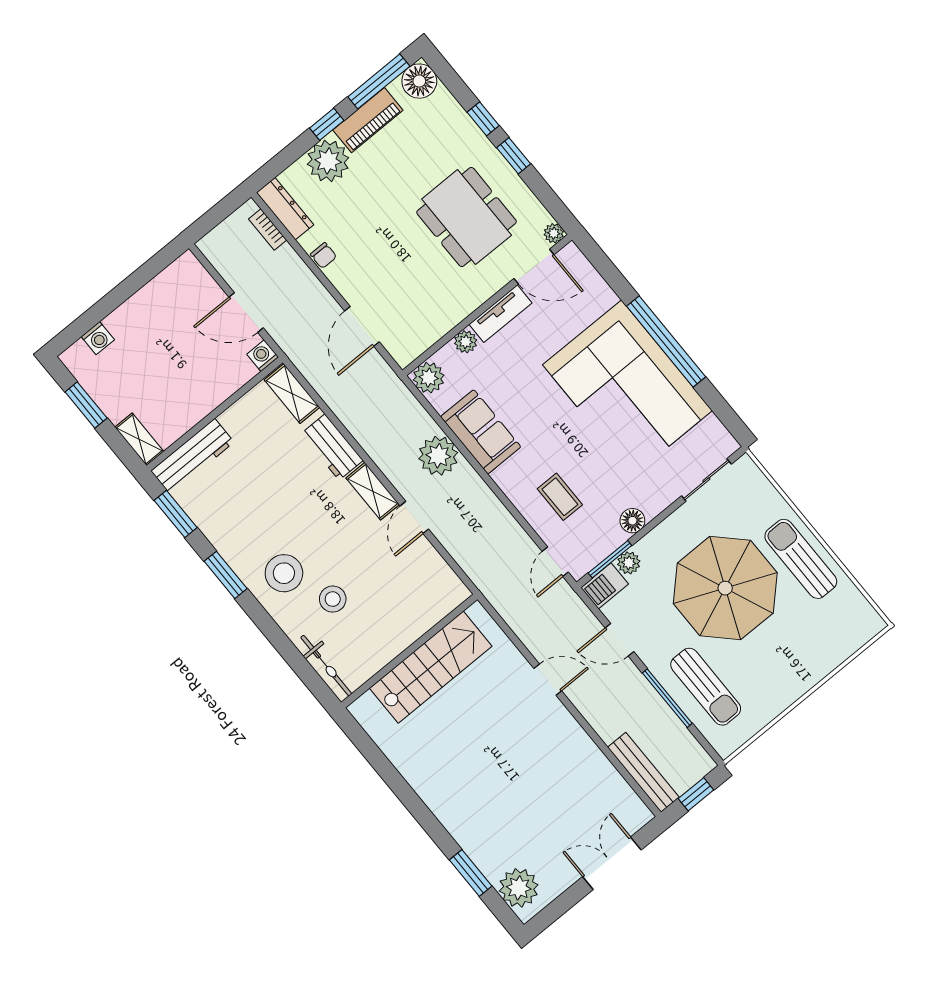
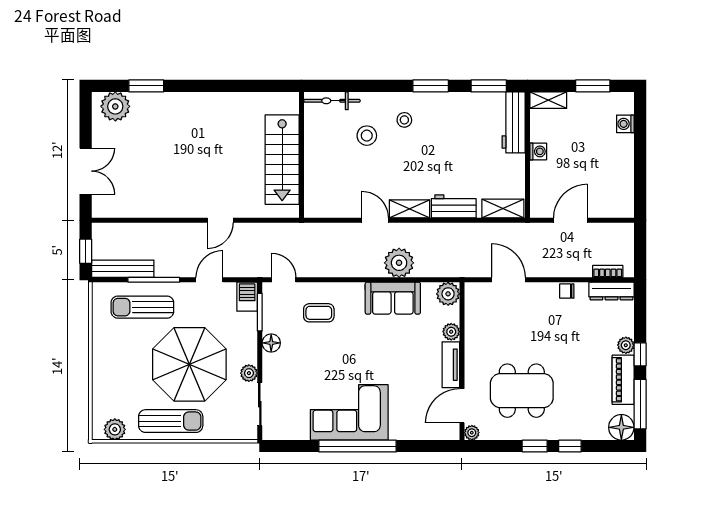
plant: (328, 161) -> (626, 345), width x0.53, depth x0.53
washing machine: (263, 356) -> (538, 151), moved
corner sofa: (627, 388) -> (349, 412), width x0.73, depth x0.74
plant: (629, 563) -> (249, 373), moved
stool: (284, 573) -> (404, 120), width x0.53, depth x0.53
plant: (858, 610) -> (115, 429), added
bench: (643, 772) -> (123, 269), moved

